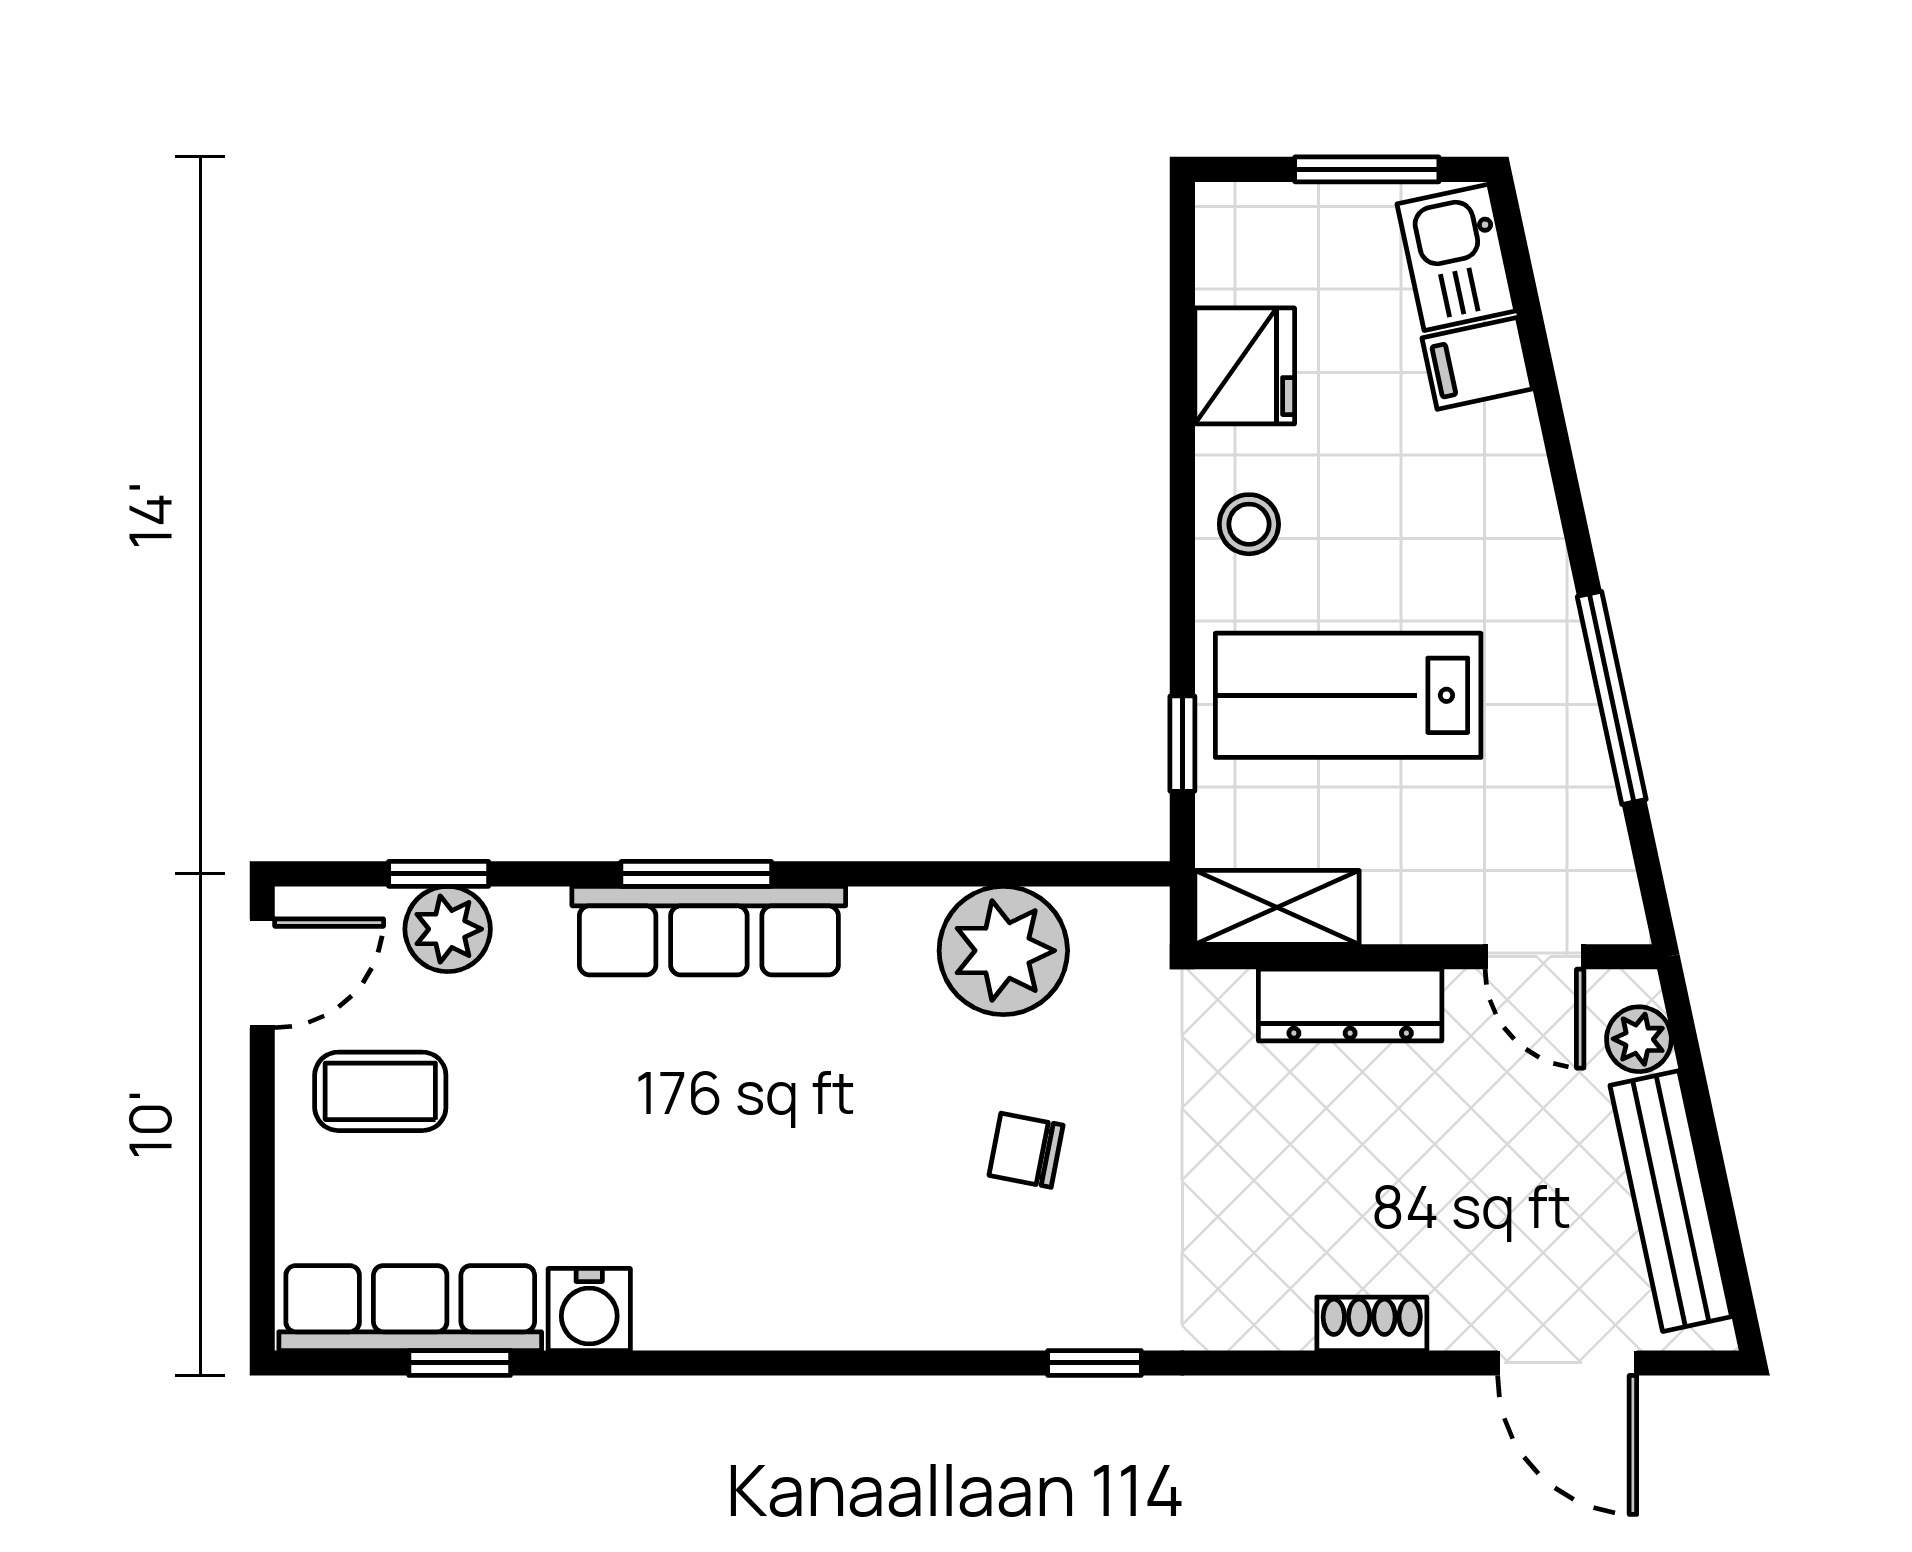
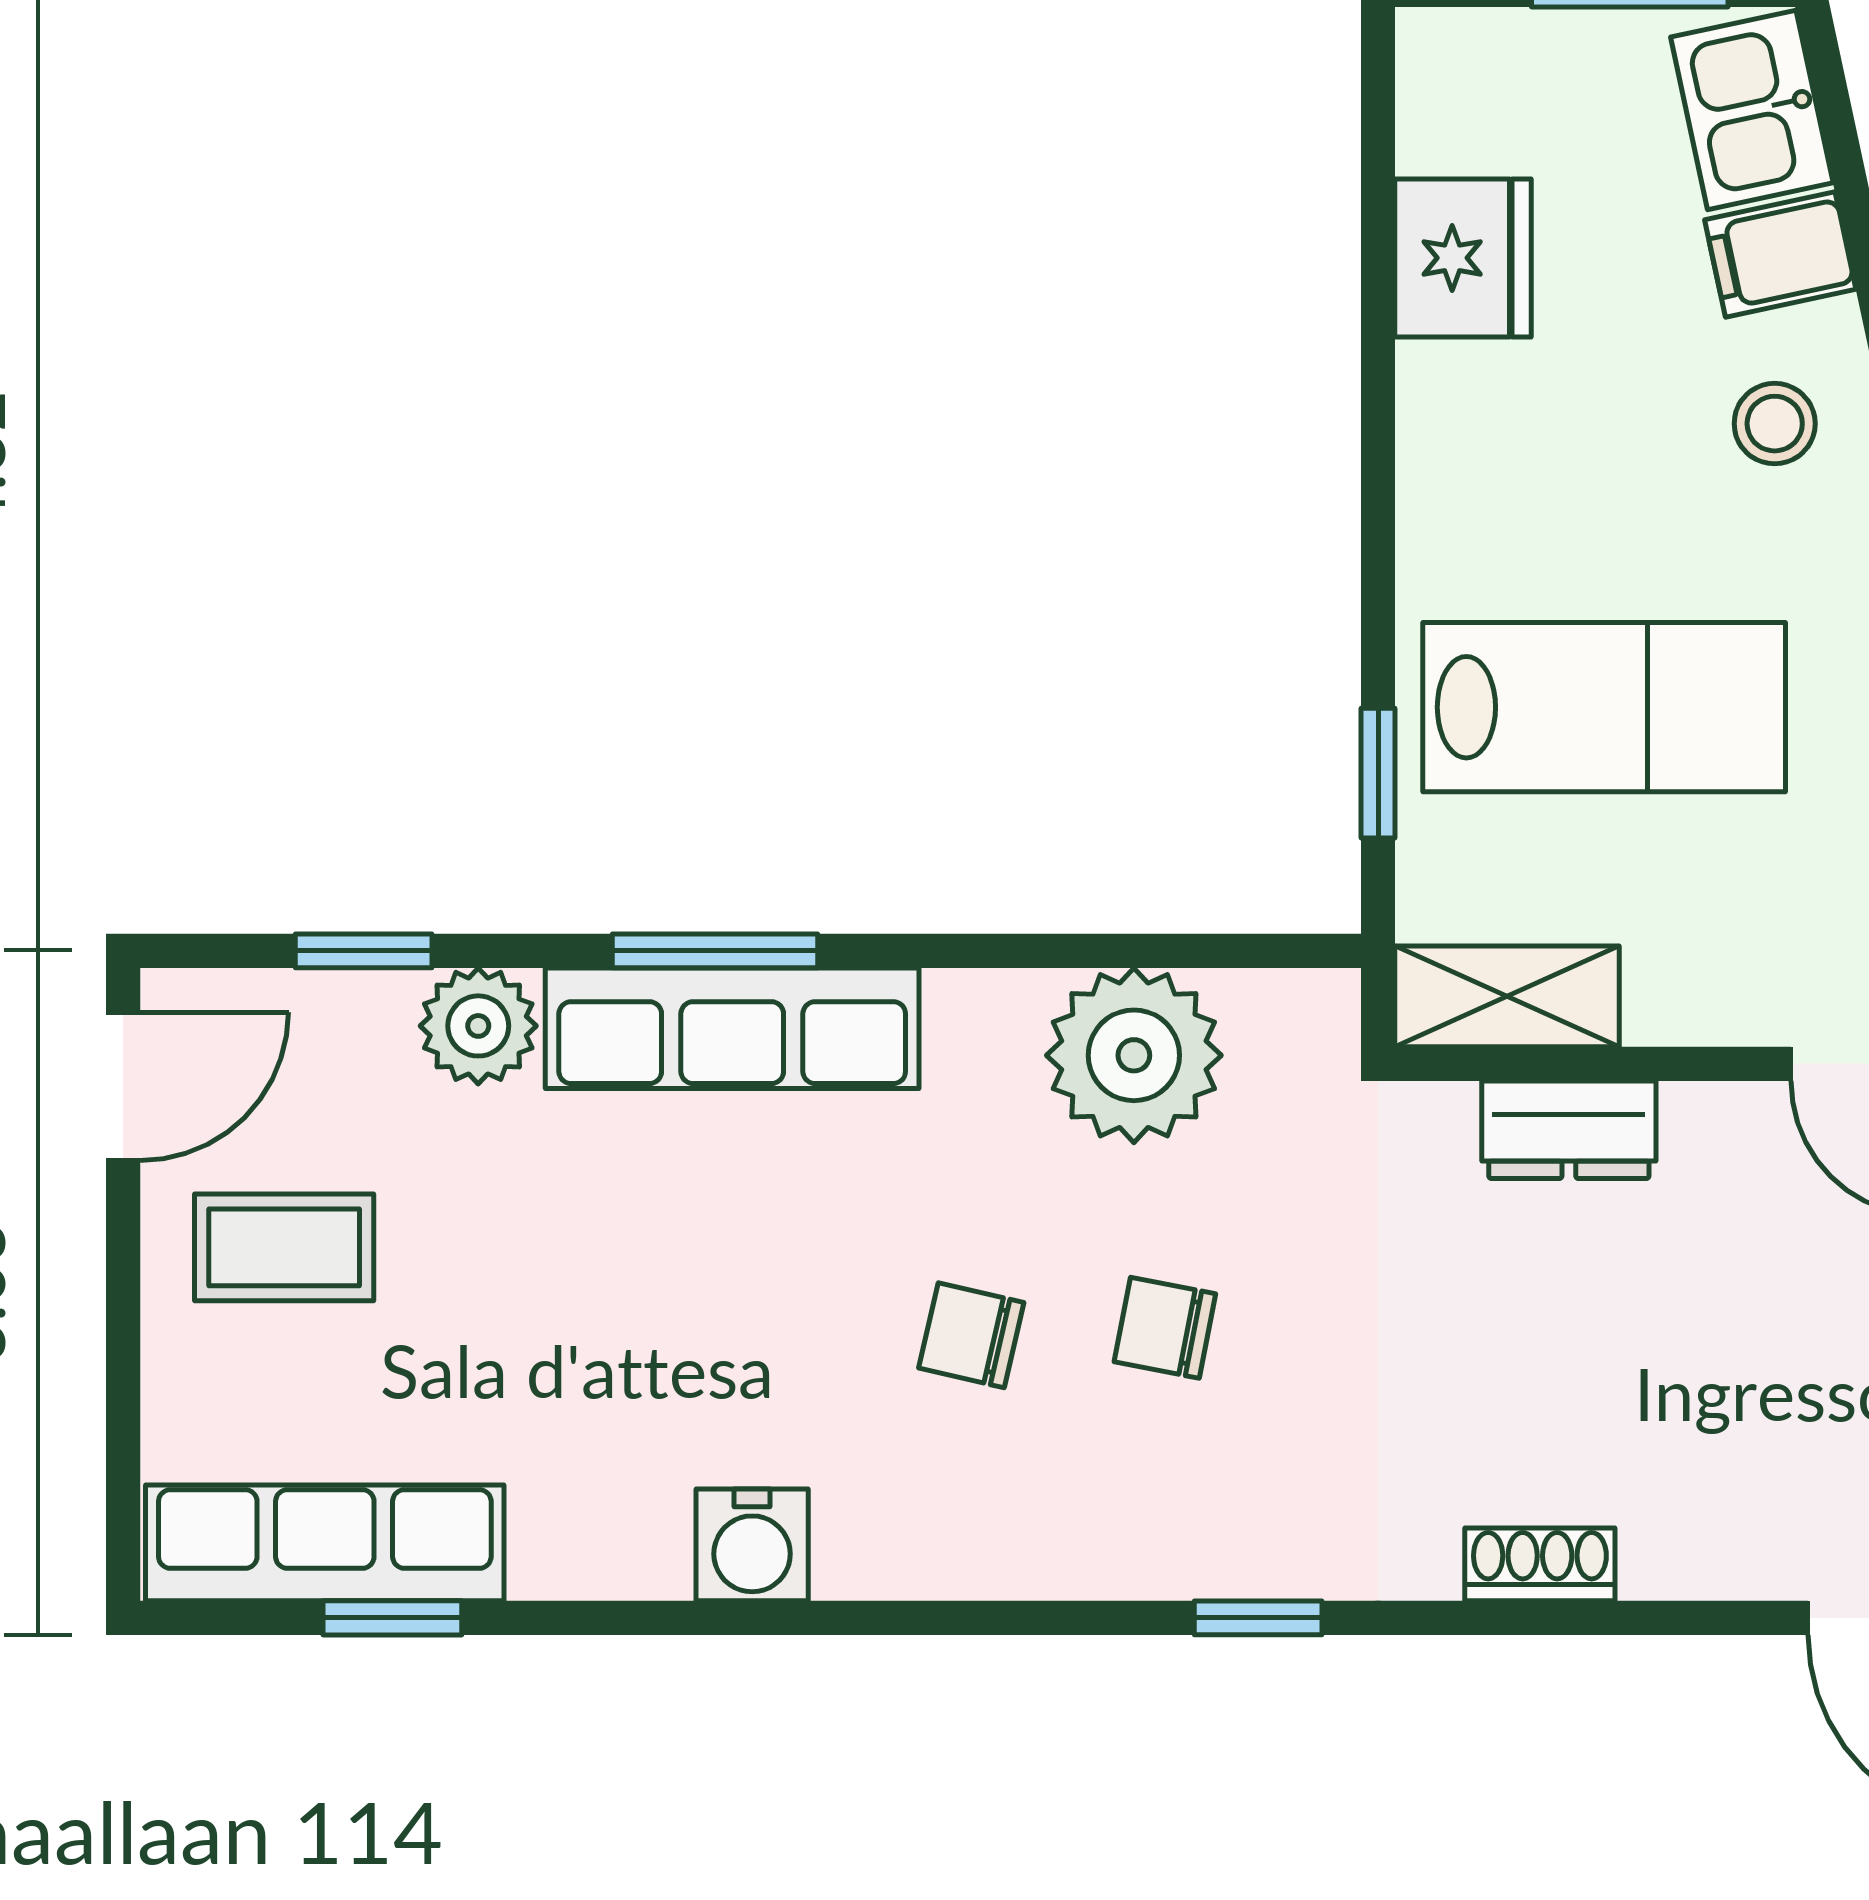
stool: (1249, 524) -> (1775, 424), moved
lab bench: (1348, 695) -> (1604, 707), turned 180
plant: (448, 929) -> (478, 1026), moved
dresser: (1350, 1005) -> (1569, 1130), width x0.70
chair: (884, 1156) -> (971, 1335), added
water cooler: (589, 1309) -> (752, 1545), moved
shoe rack: (1372, 1324) -> (1540, 1564), moved

